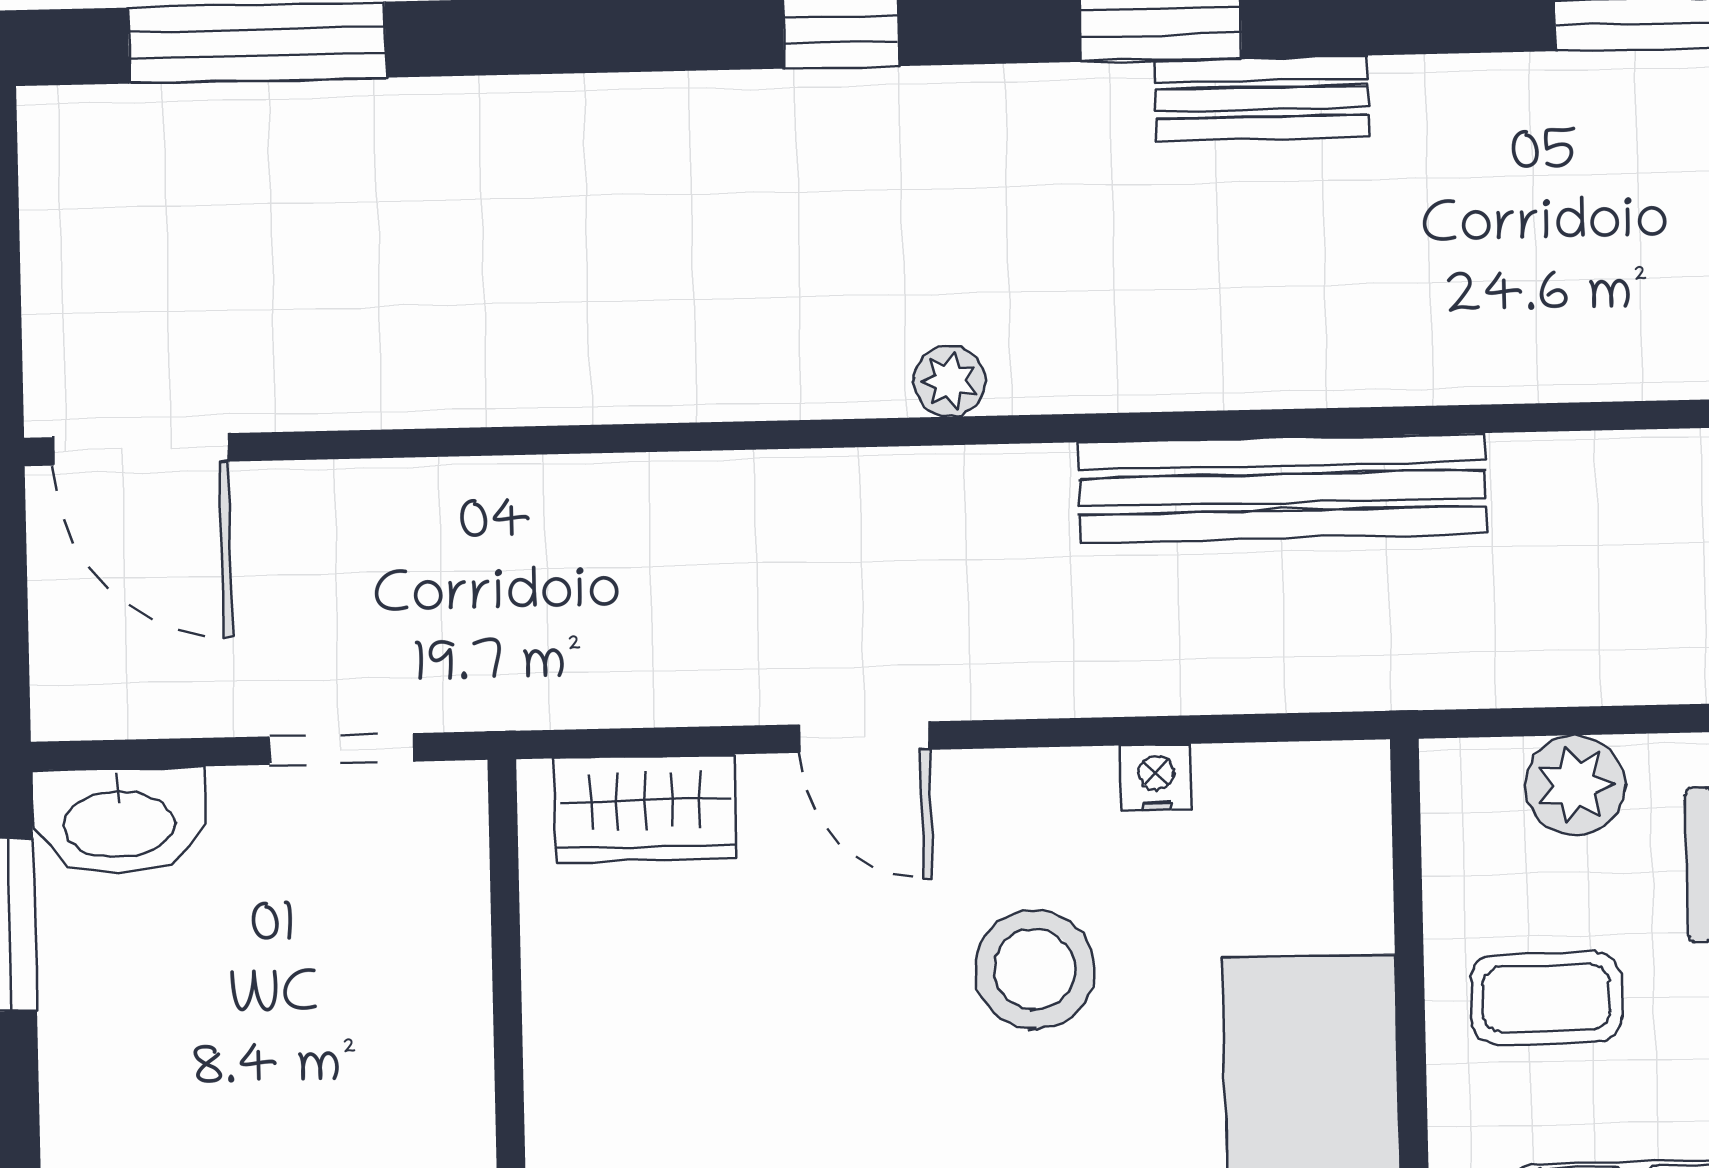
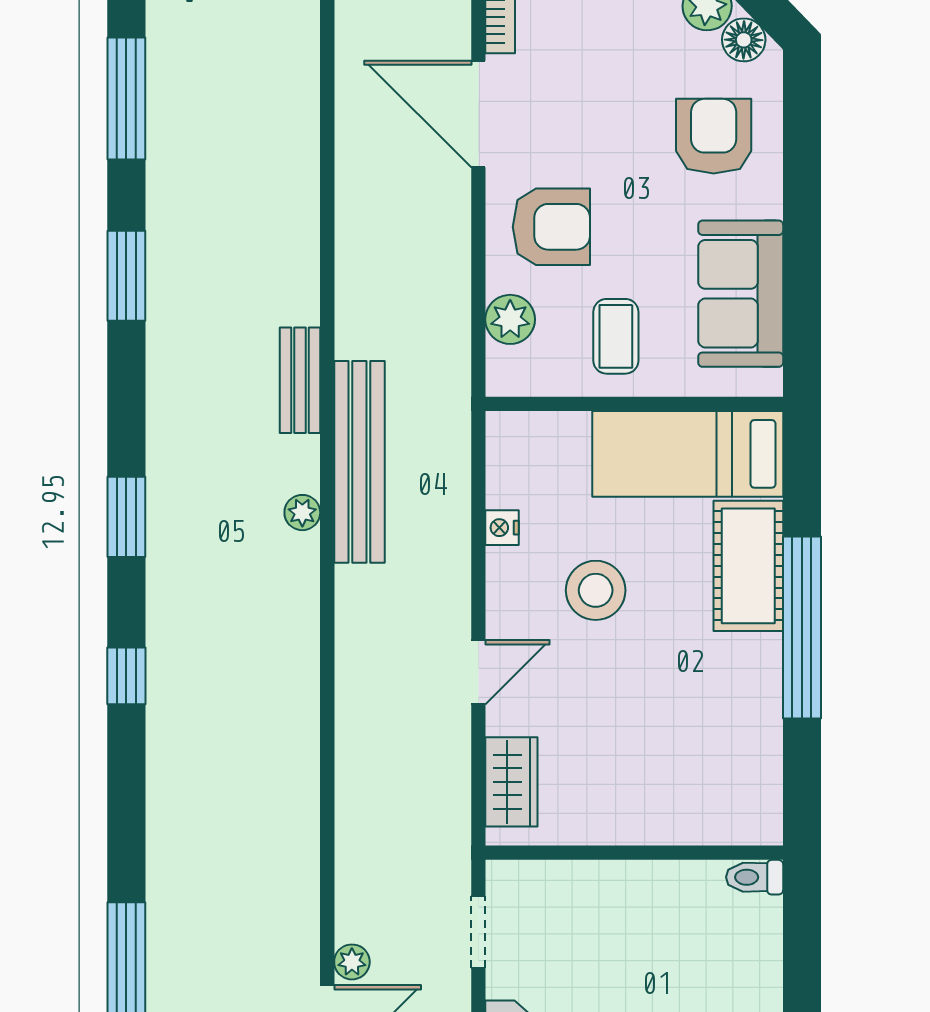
bench: (1261, 98) -> (300, 380), moved
plant: (950, 381) -> (302, 513), moved
plant: (276, 496) -> (352, 962), added

